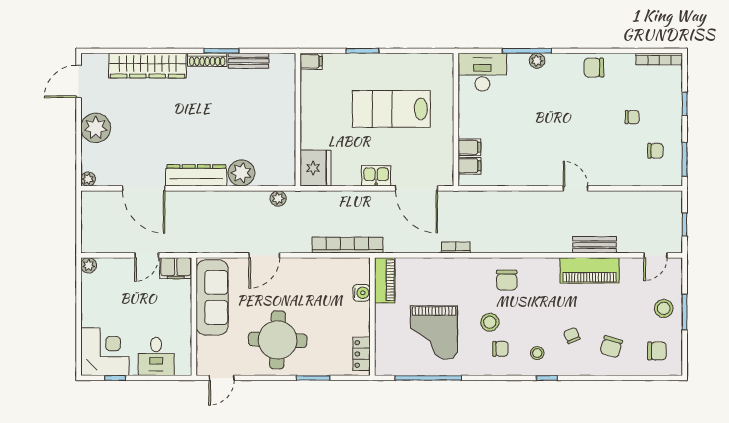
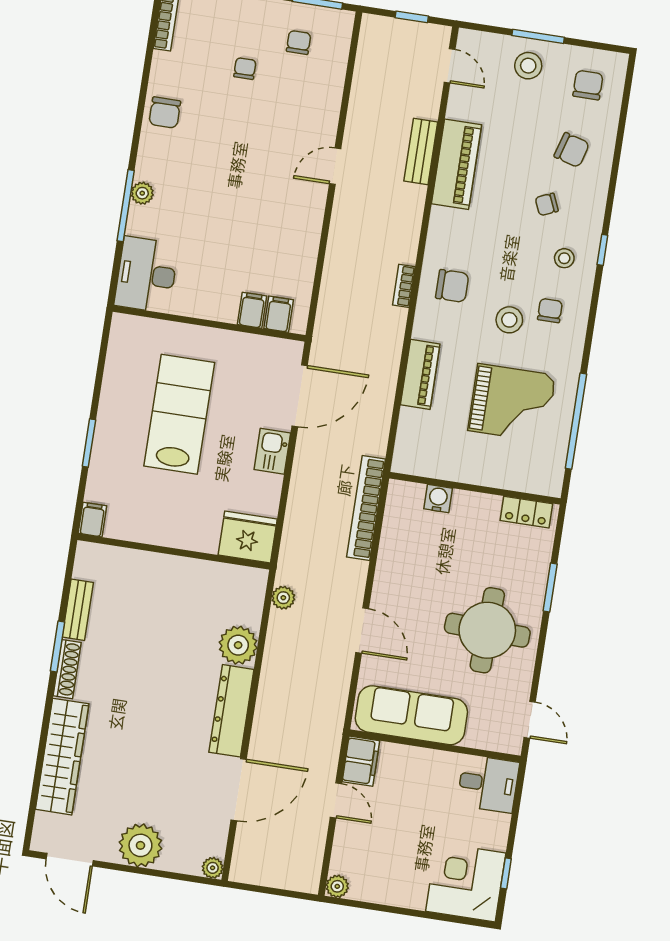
lab bench: (391, 109) -> (179, 414), turned 180
bookcase: (456, 247) -> (404, 286), moved
piano: (385, 280) -> (420, 374), moved, turned 90
desk: (156, 357) -> (488, 784), moved

